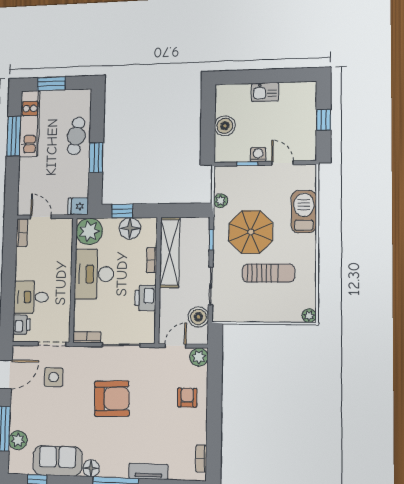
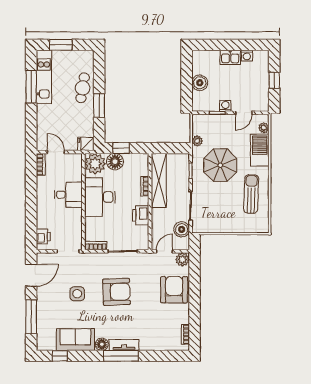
washing machine: (287, 89) -> (247, 56), added
door: (282, 163) -> (244, 113), swing flipped
floor lamp: (130, 228) -> (115, 162), moved
sun lounger: (268, 273) -> (251, 194), moved, turned -88
desk: (31, 297) -> (68, 195), moved, turned 180
plant: (309, 316) -> (264, 128), moved
side table: (54, 377) -> (77, 294), moved
armchair: (187, 398) -> (174, 290), width x1.88, depth x1.88
plant: (18, 440) -> (44, 325), removed
tv unit: (148, 471) -> (124, 345), moved

